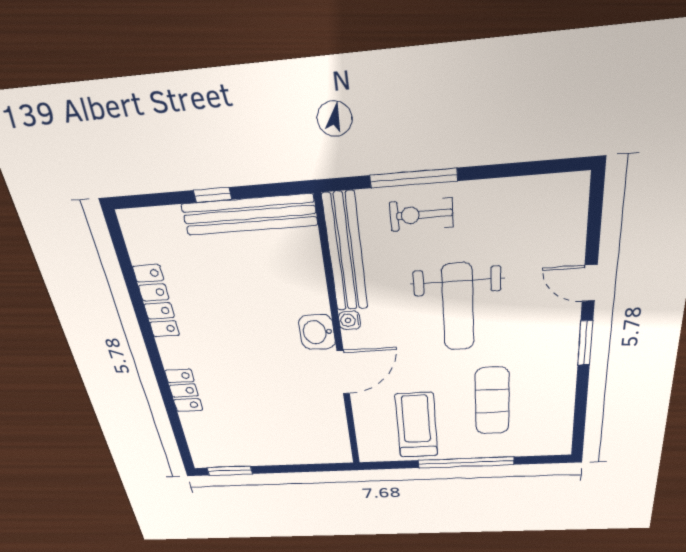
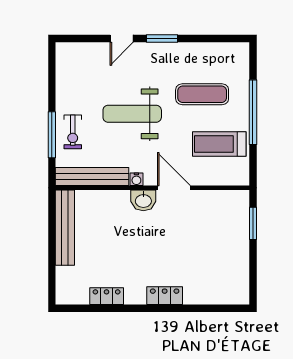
window: (213, 195) -> (52, 246), removed
locker: (156, 302) -> (107, 296), width x0.66
weight bench: (458, 307) -> (132, 114), turned 180
locker: (184, 391) -> (165, 296), moved
window: (230, 471) -> (253, 223), moved

